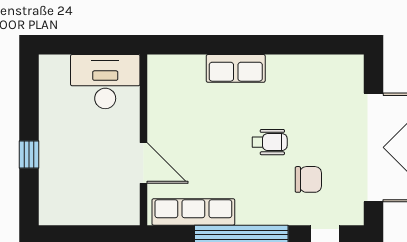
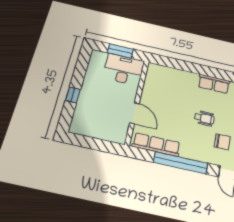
window: (91, 45) -> (120, 51), added
row of seats: (236, 68) -> (214, 84), moved

